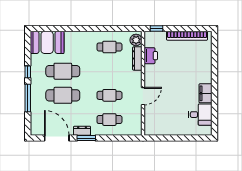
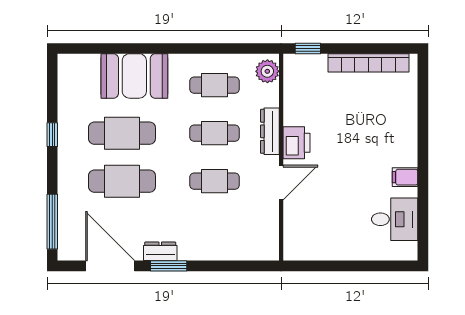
booth: (47, 42) -> (134, 76), moved
printer: (151, 56) -> (296, 143), moved
dresser: (137, 58) -> (270, 131), moved
filing cabinet: (205, 93) -> (405, 177), width x0.50
window: (28, 98) -> (52, 222), moved
cafe table: (109, 120) -> (215, 133), moved

